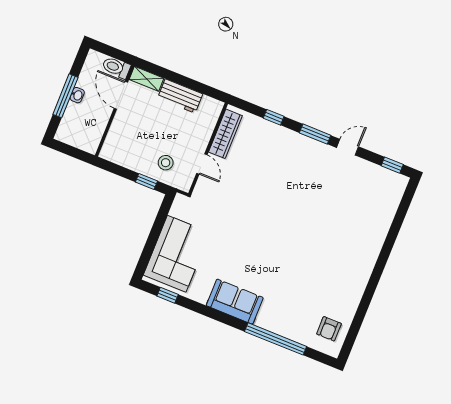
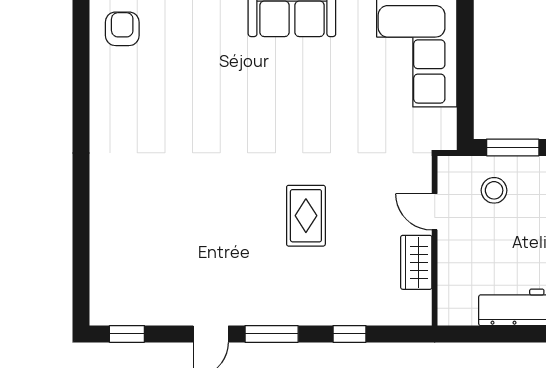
wardrobe: (225, 134) -> (416, 262), width x0.67
window: (146, 182) -> (513, 147), width x1.50
rug: (271, 190) -> (306, 216), added

